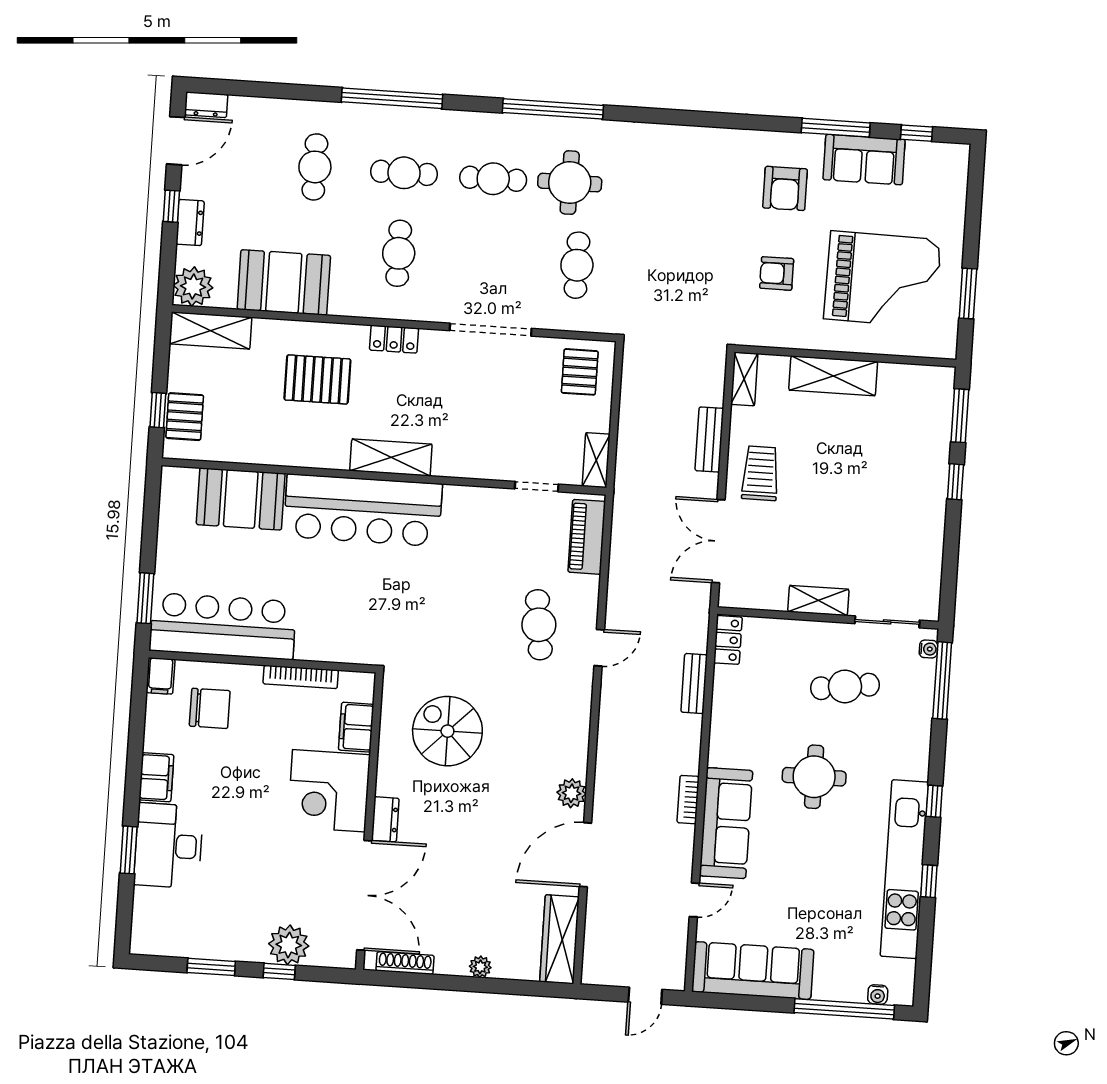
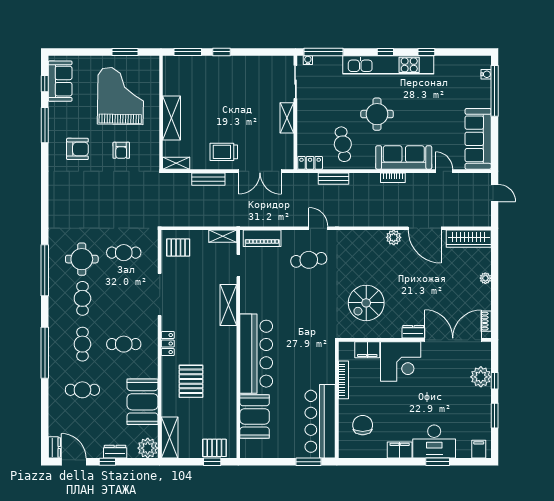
sofa: (864, 160) -> (60, 81), moved
shelving: (391, 457) -> (228, 305), moved
filing cabinet: (161, 676) -> (479, 449), moved, turned -90
cafe table: (845, 686) -> (343, 144), moved
kitchen unit: (904, 869) -> (388, 65), moved
shoe rack: (405, 963) -> (486, 321), width x0.70

